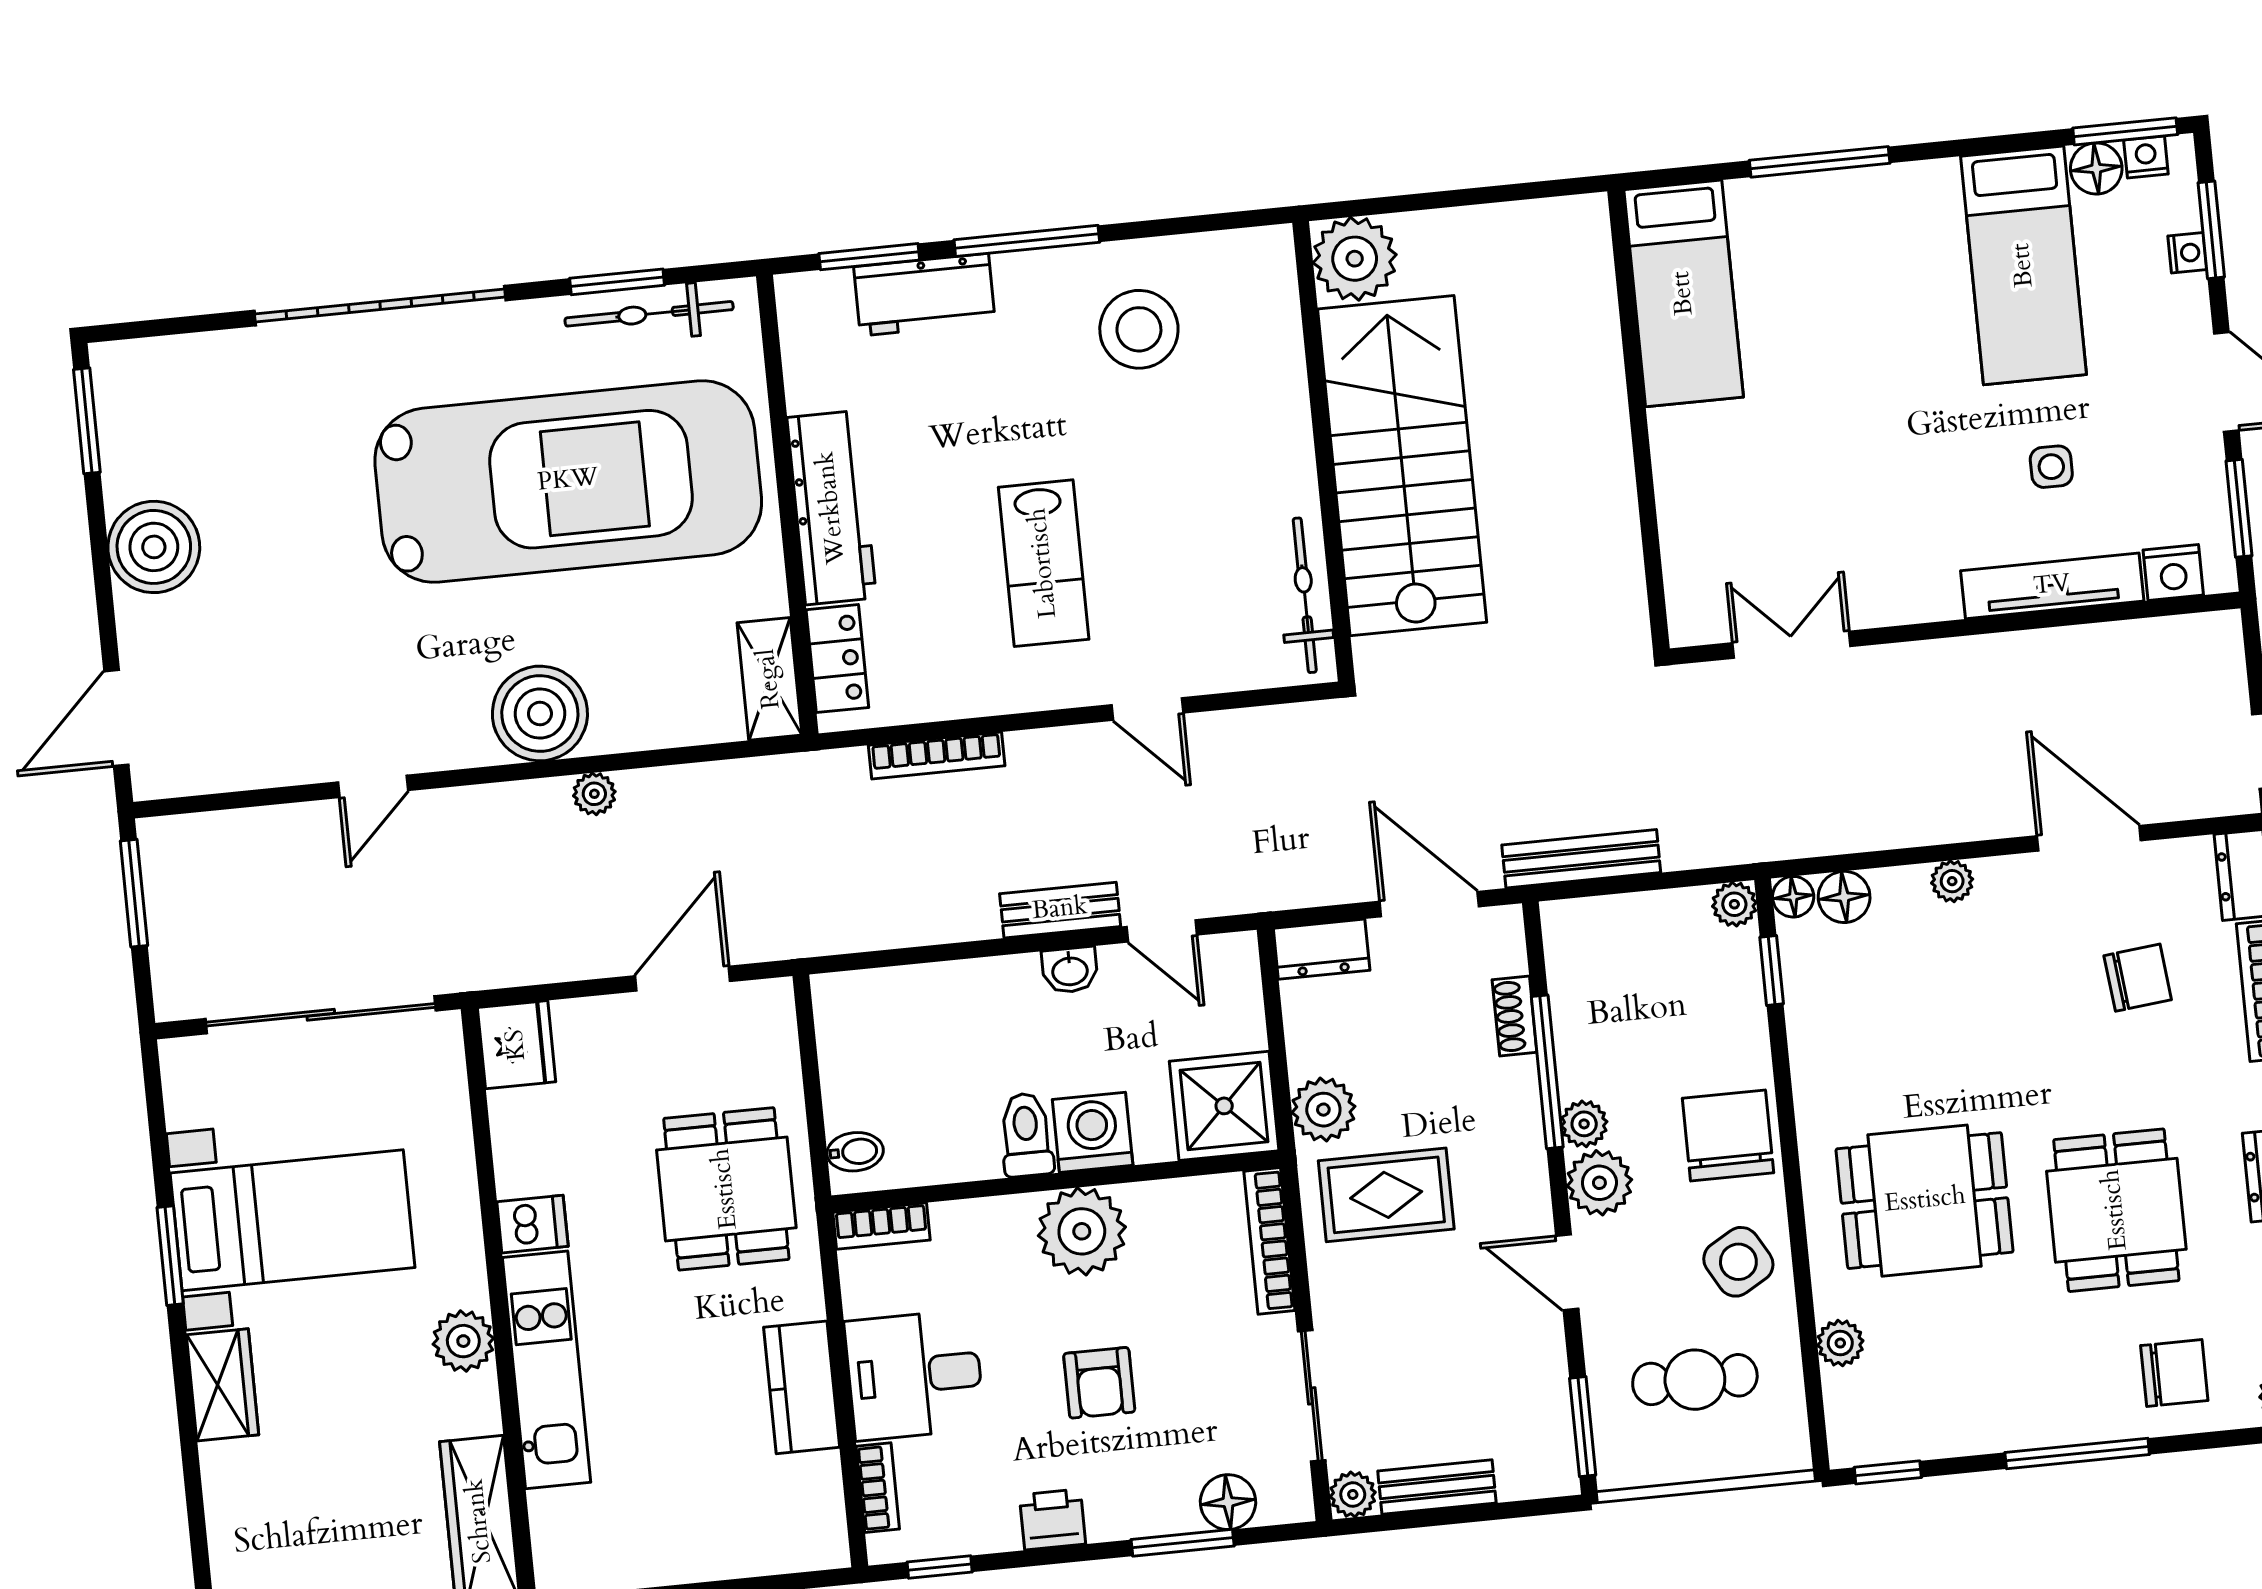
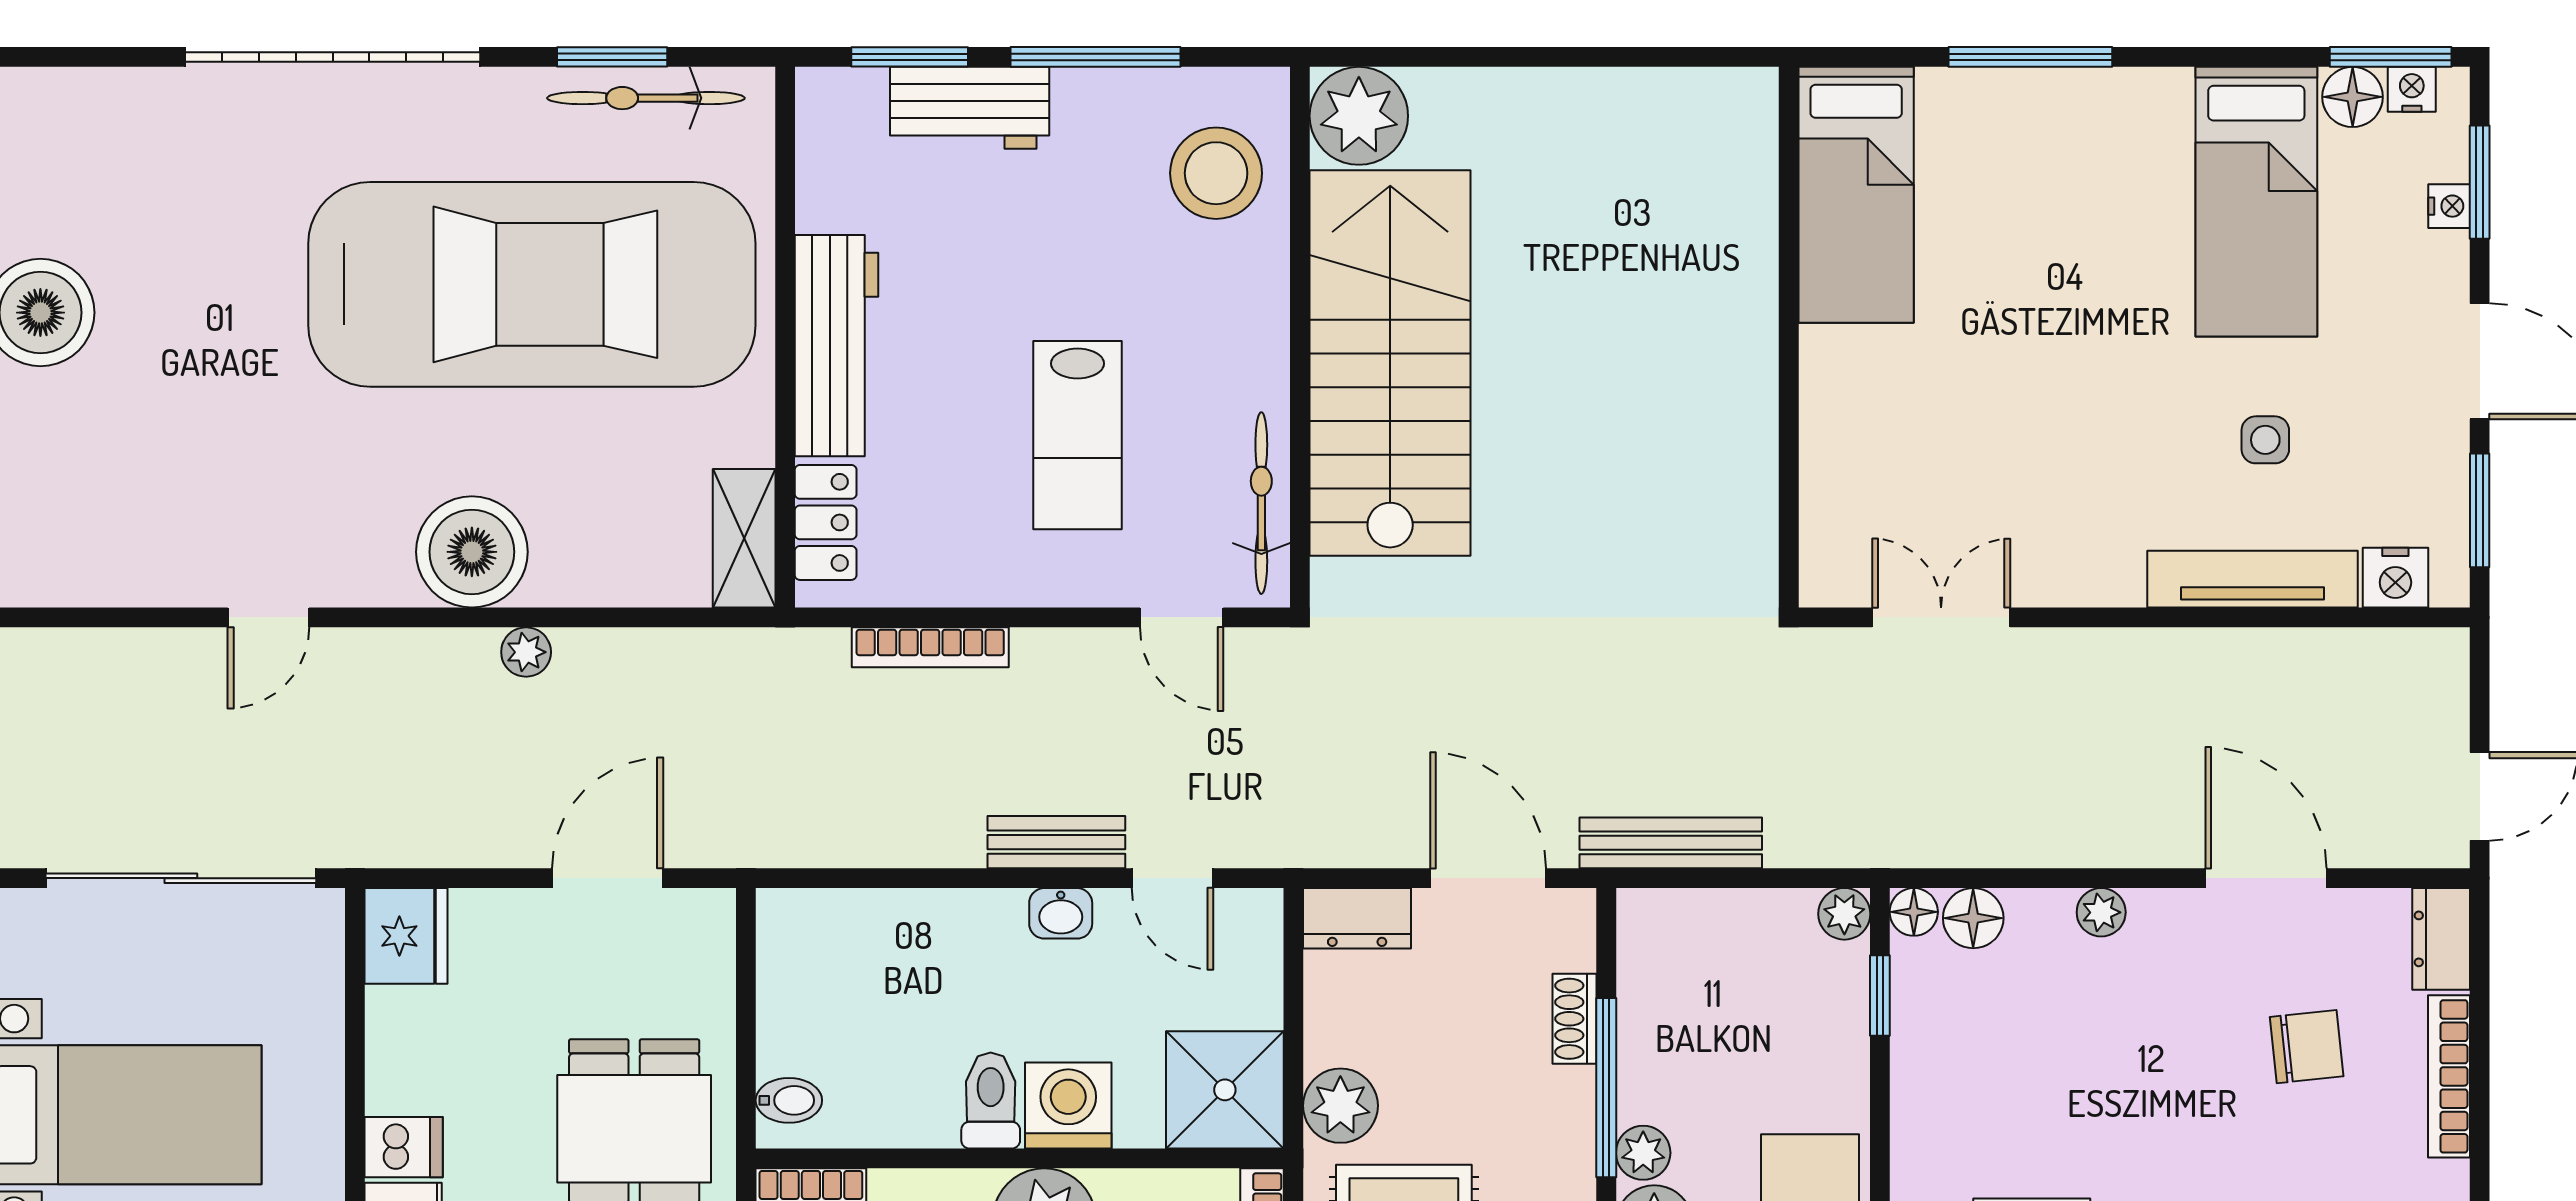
plant: (1355, 259) -> (1359, 116), moved
wall: (1323, 451) -> (1300, 337), moved
stairs: (1402, 466) -> (1390, 363), moved
bicycle: (1305, 595) -> (1261, 503), moved

